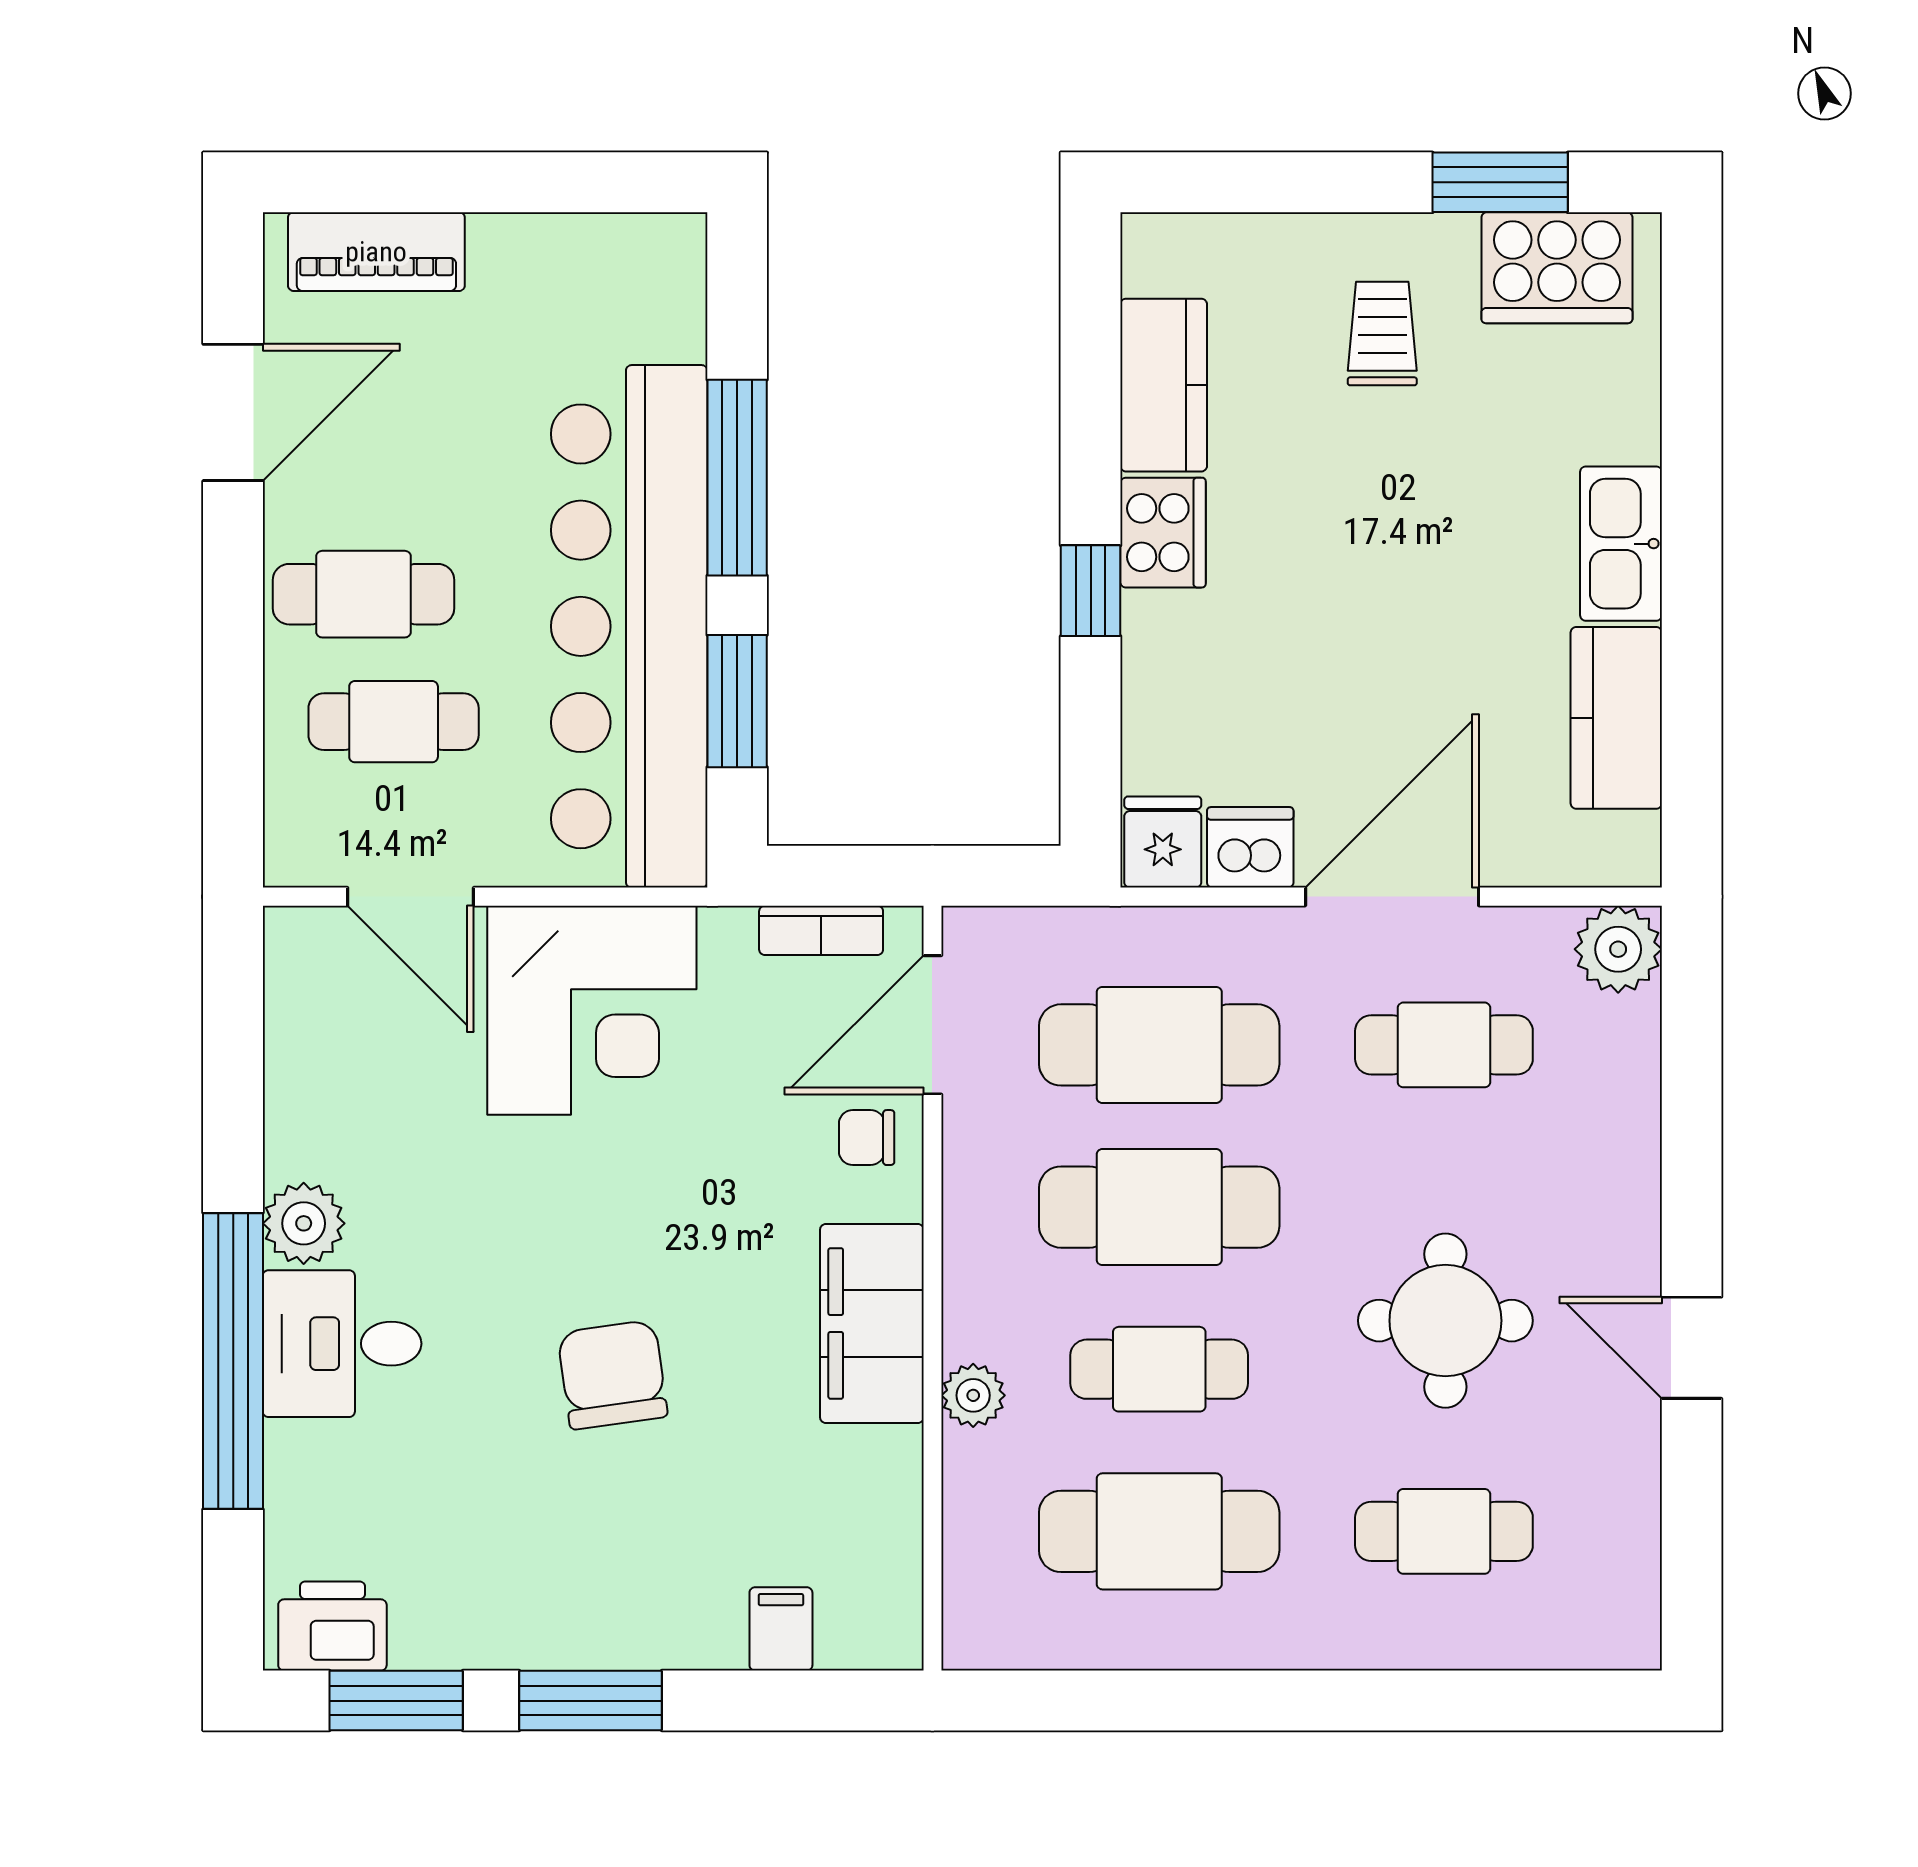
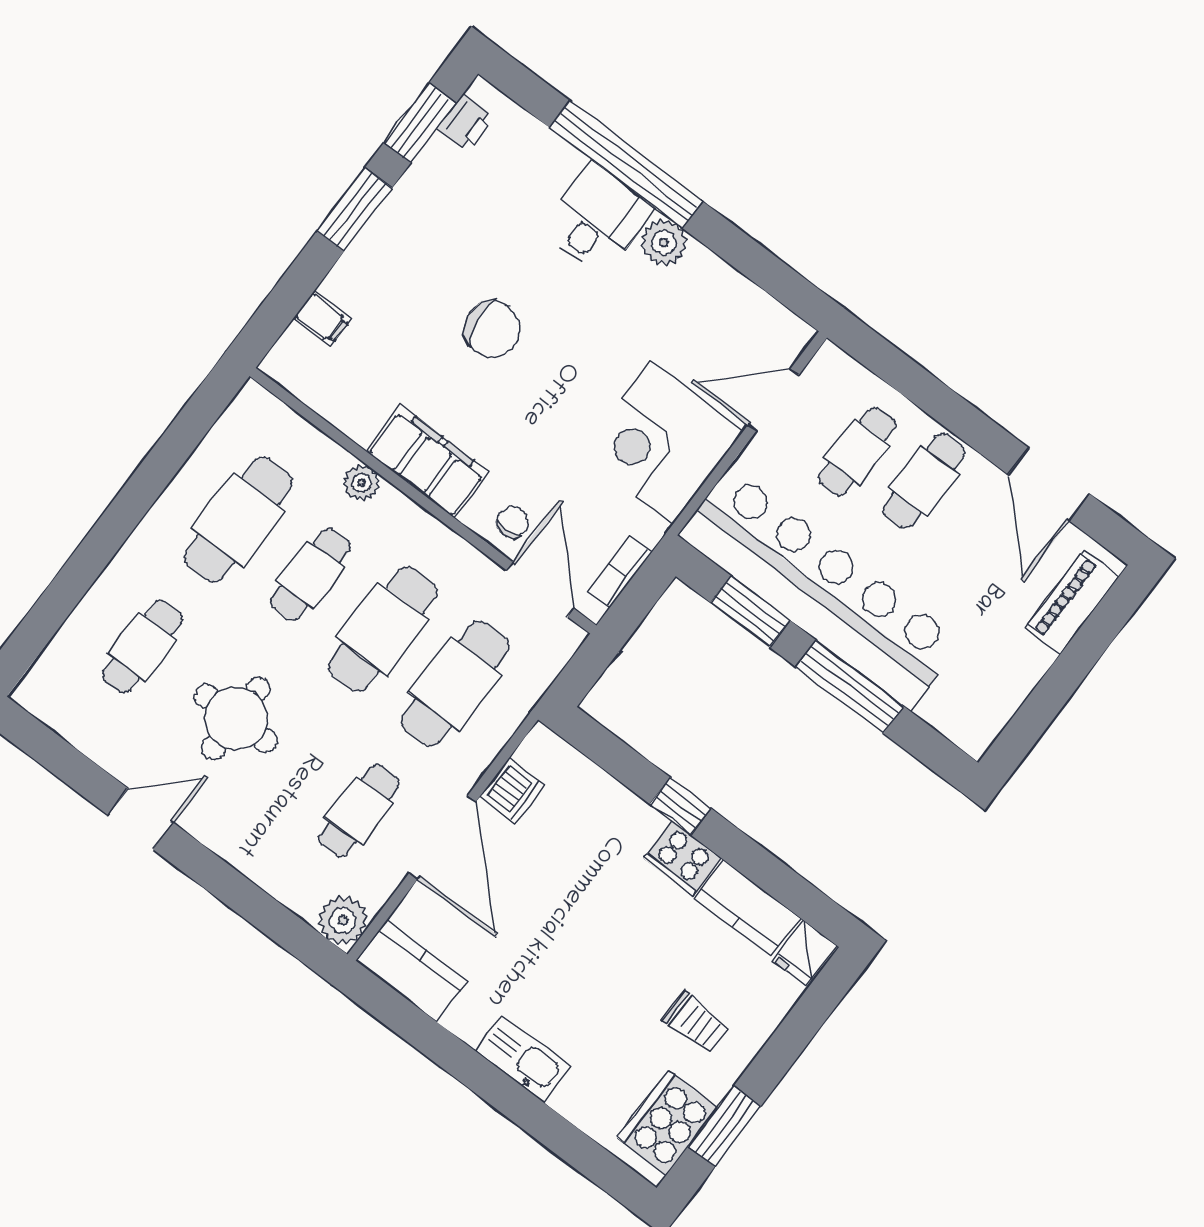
kitchen counter: (1616, 718) -> (412, 971), moved
fridge: (1163, 842) -> (805, 953), moved, turned 90
printer: (332, 1626) -> (466, 123), width x0.73, depth x0.81

